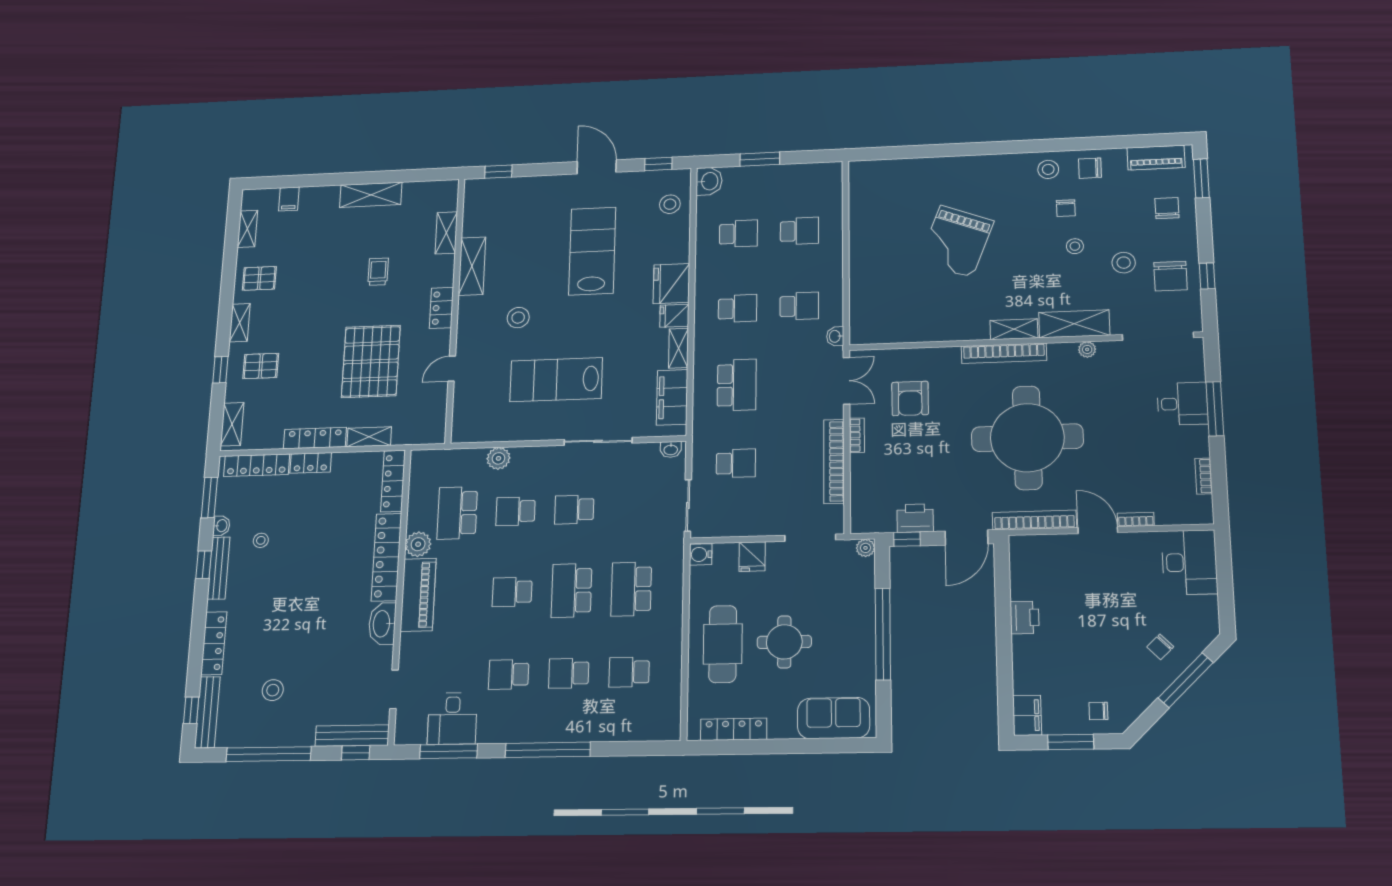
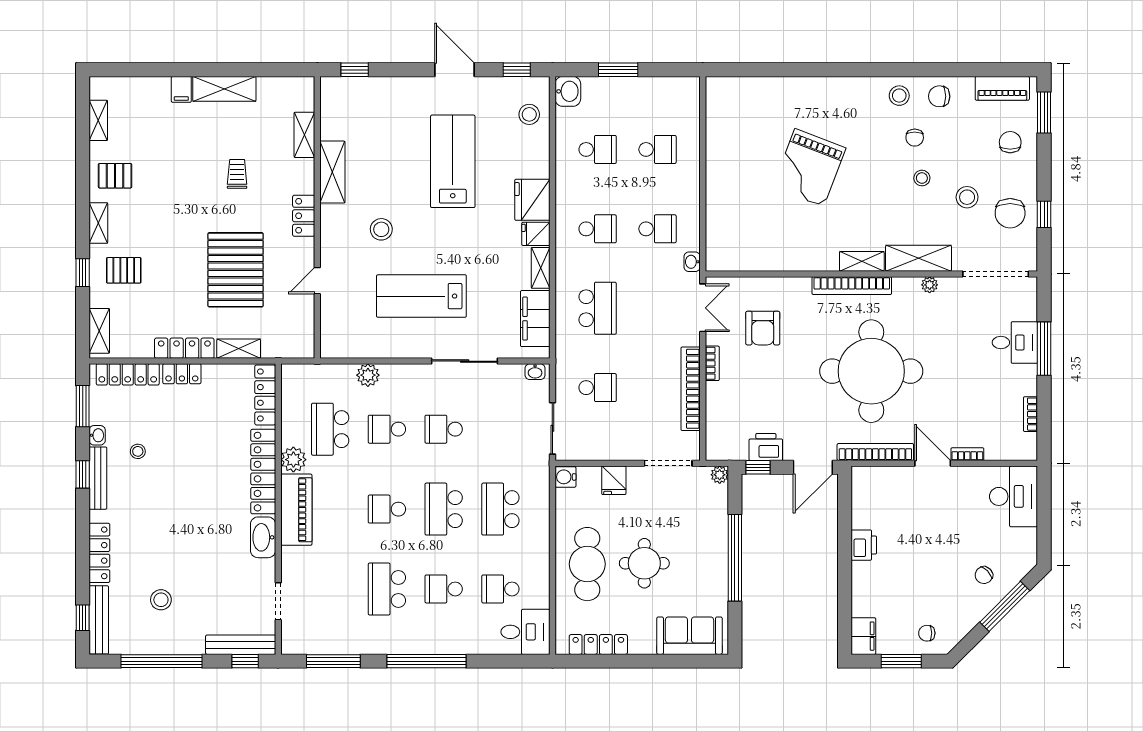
filing cabinet: (289, 199) -> (181, 89), moved
school desk: (509, 674) -> (387, 589), width x1.85
desk: (452, 719) -> (525, 632), moved, turned -90

